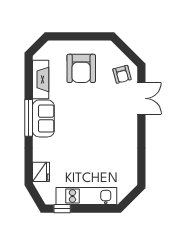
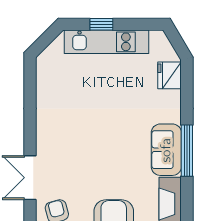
window: (62, 209) -> (101, 24), moved

